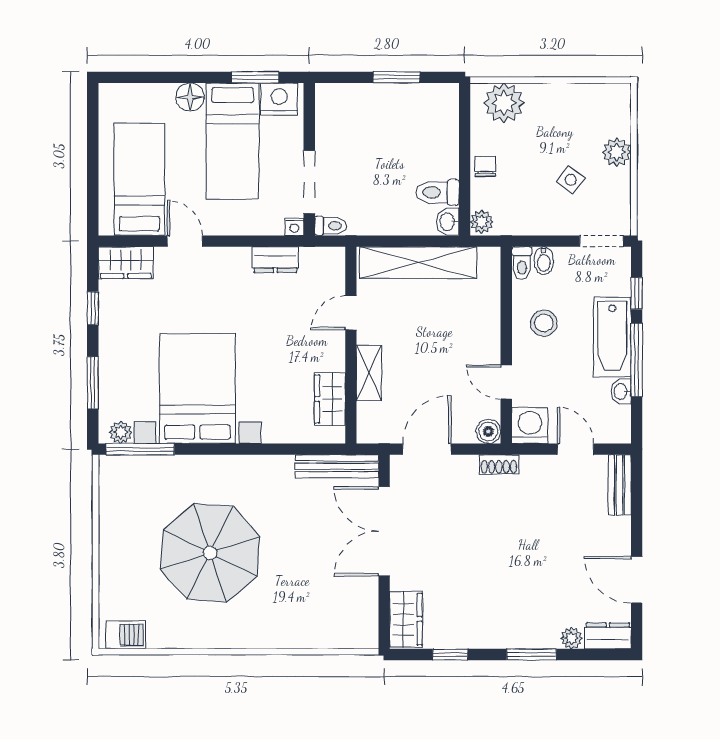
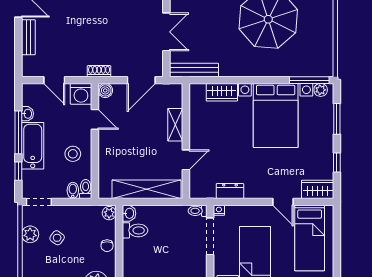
plant: (617, 152) -> (30, 234), moved
wardrobe: (330, 399) -> (222, 92), moved, turned 90
bench: (620, 485) -> (28, 37), moved
double door: (384, 531) -> (166, 32), width x0.73

